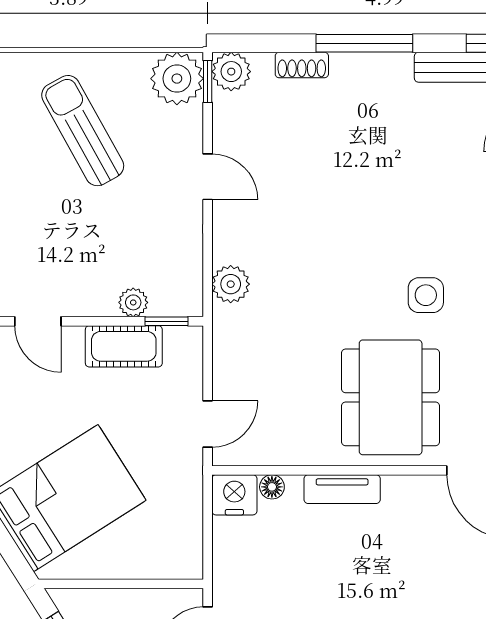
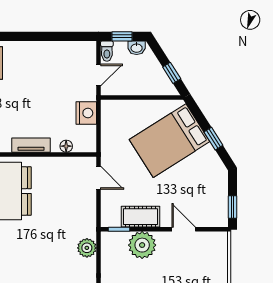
plant: (133, 302) -> (142, 245), width x1.88, depth x1.88
door: (208, 424) -> (98, 178), swing flipped
nightstand: (234, 495) -> (86, 113), moved, turned -90

